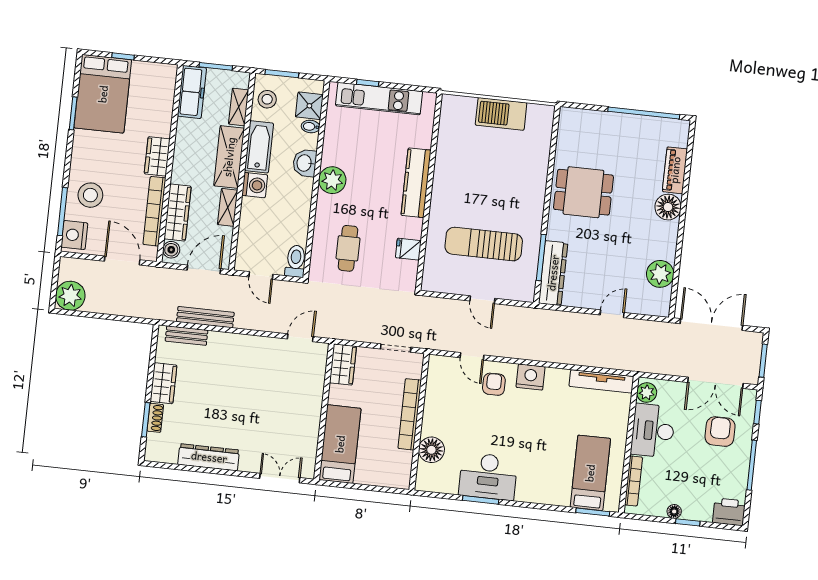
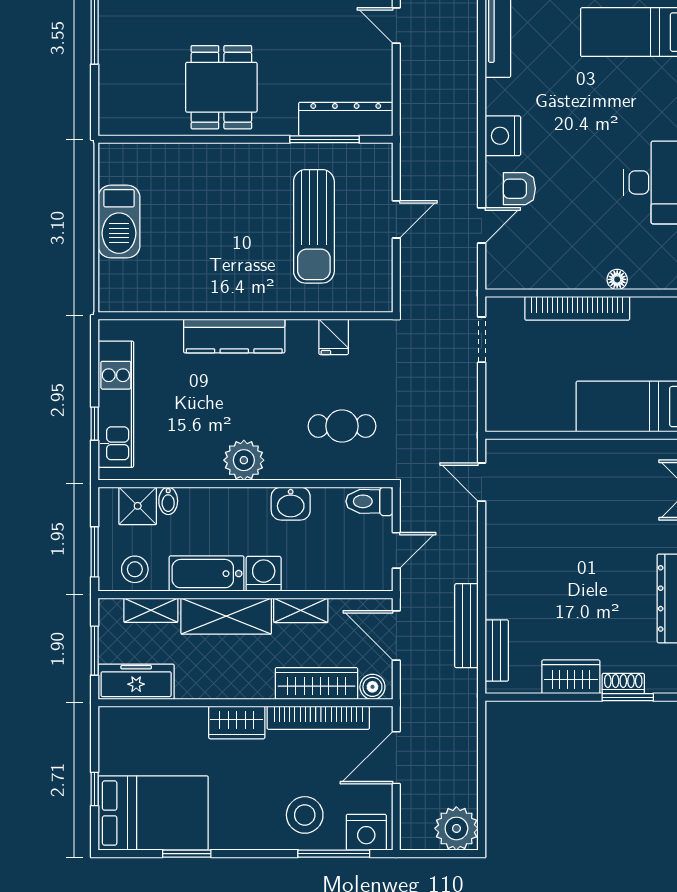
washbasin: (305, 163) -> (291, 504), moved
wardrobe: (343, 364) -> (514, 415), removed
floor lamp: (431, 450) -> (617, 279), width x0.53, depth x0.53

